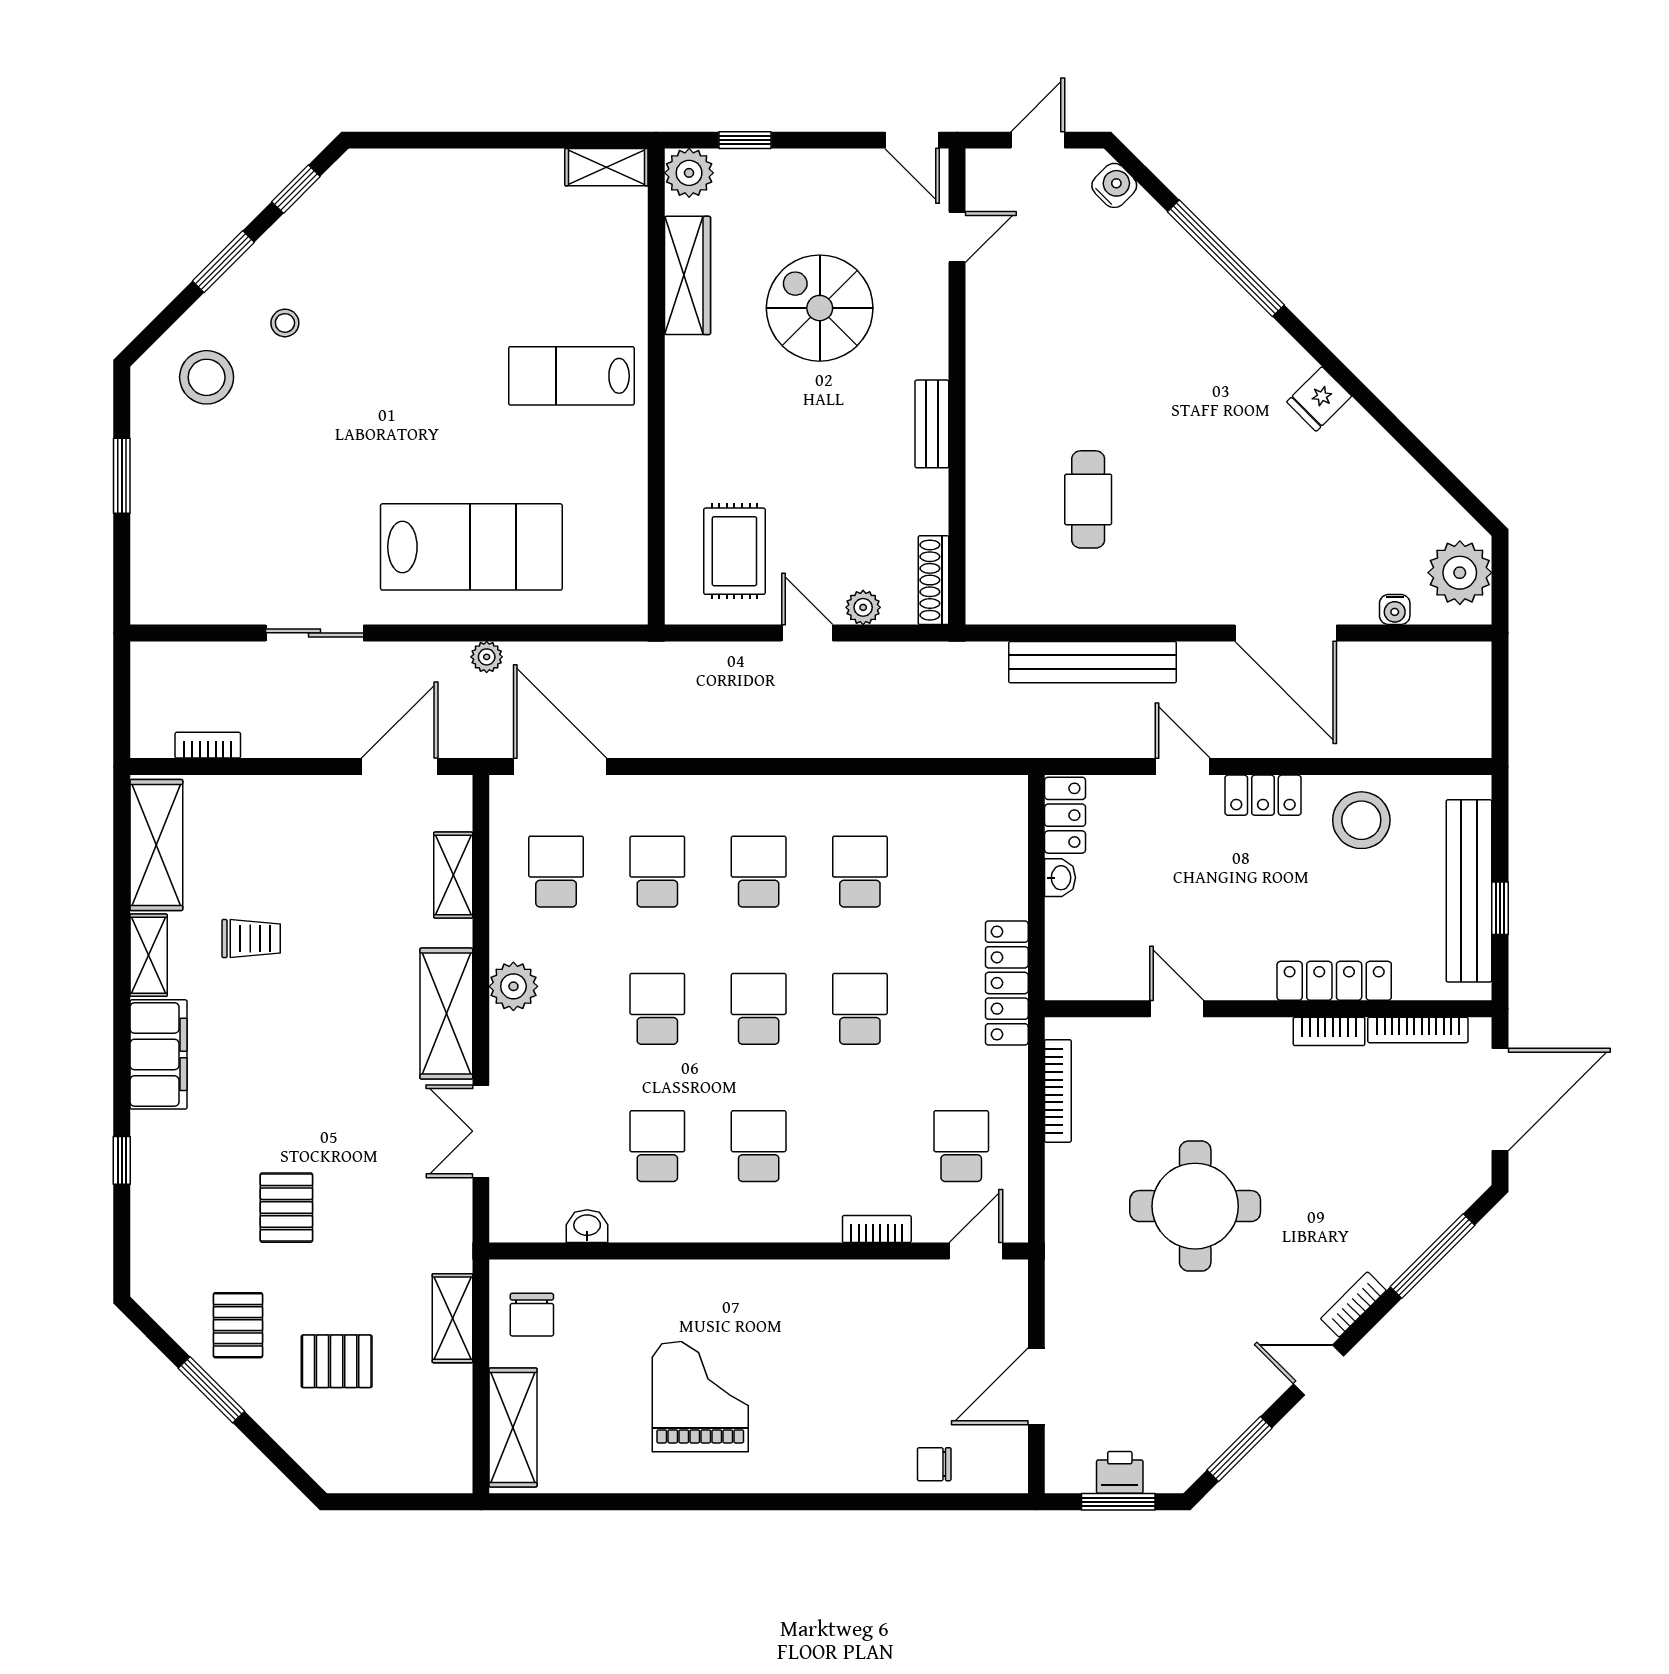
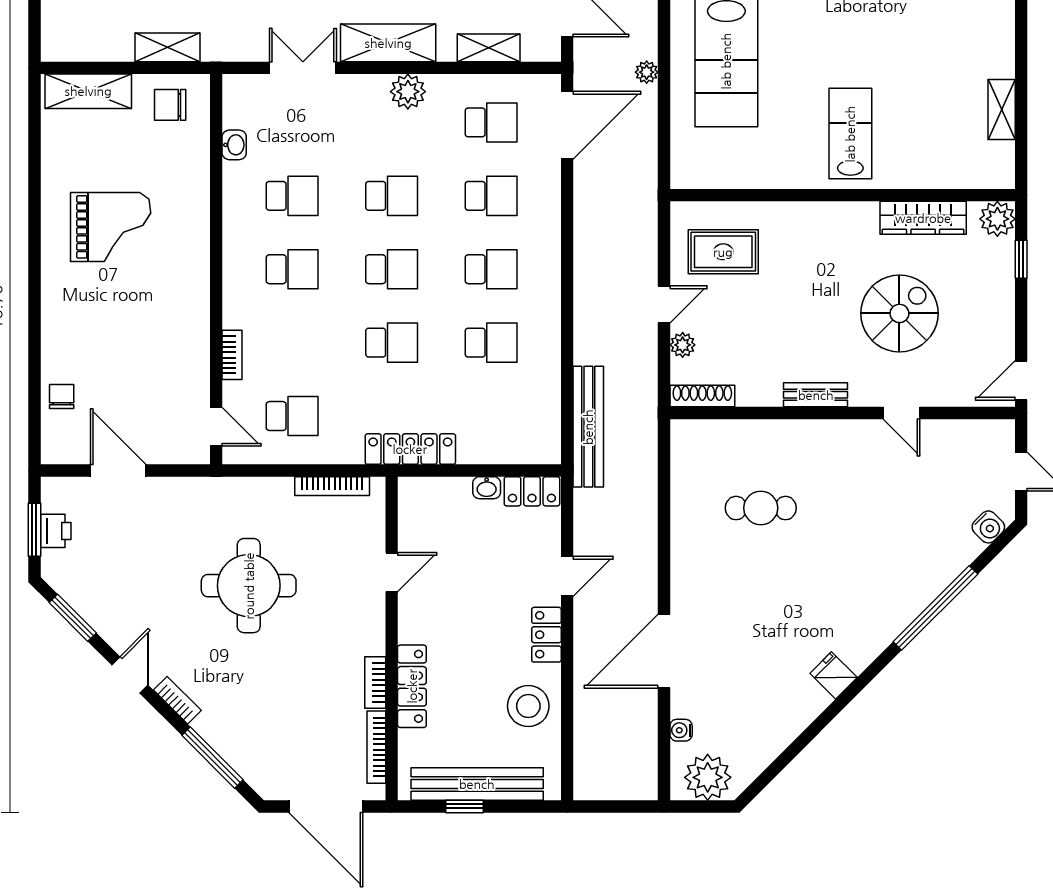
shelving: (606, 167) -> (1002, 109), moved
door: (957, 237) -> (901, 413), moved
bench: (1092, 662) -> (588, 427), moved

